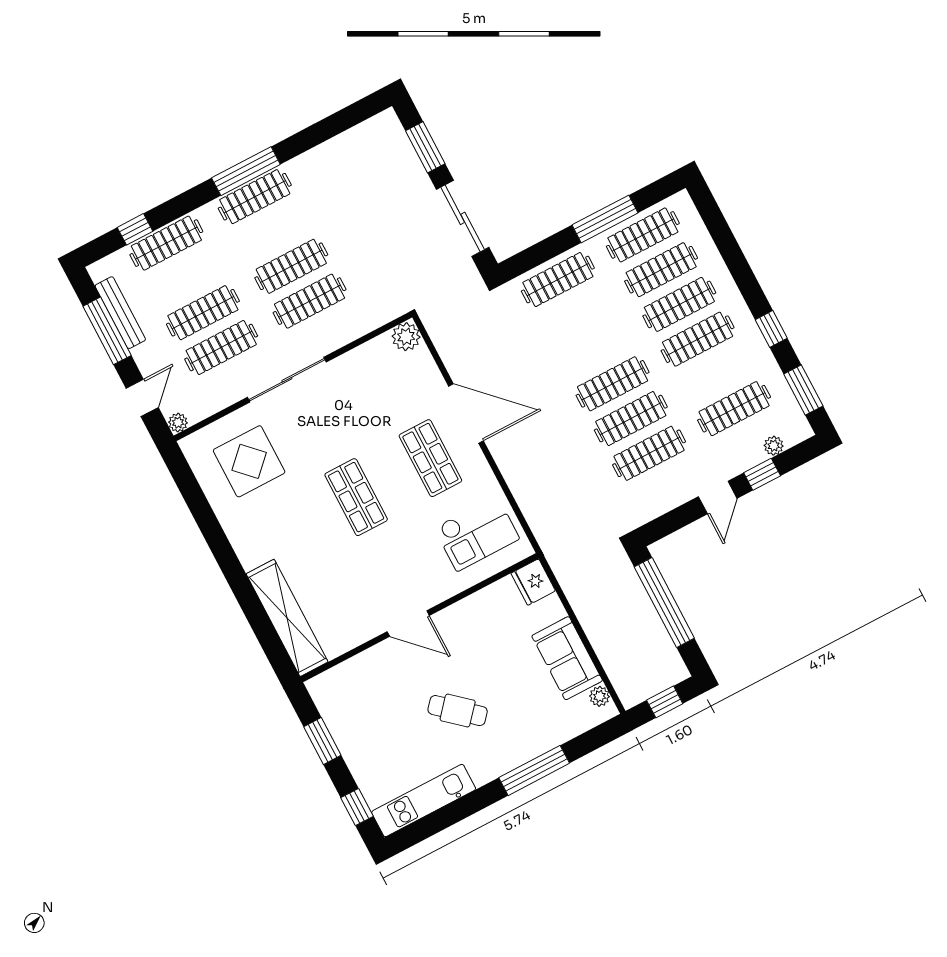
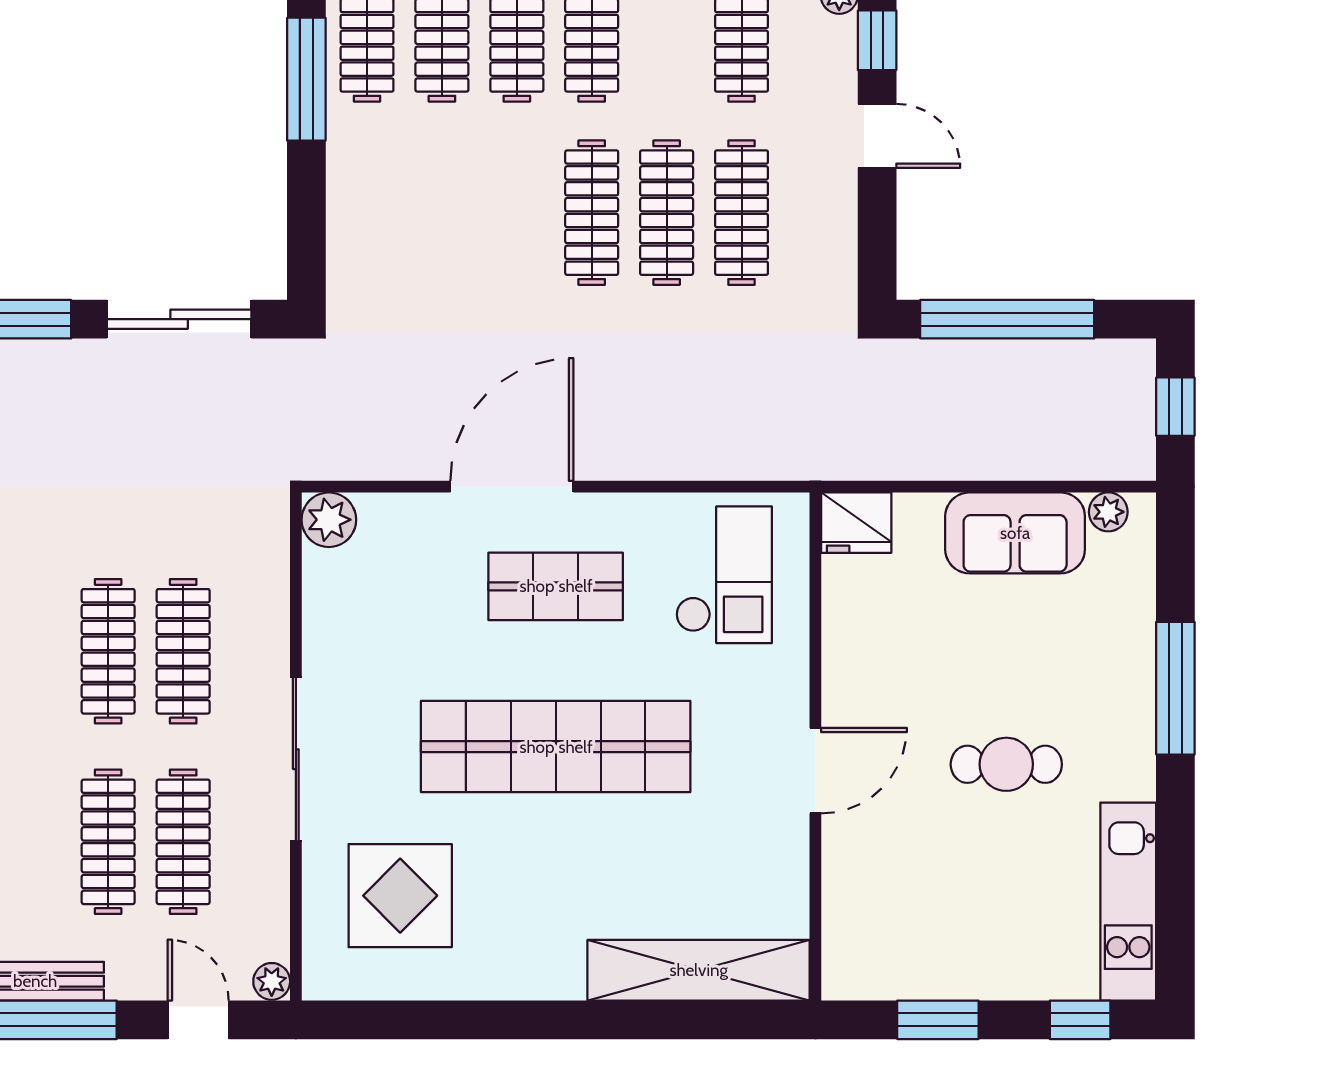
clothes rail: (558, 280) -> (367, 213), removed
shop shelf: (356, 497) -> (556, 747), width x2.00, depth x1.36
cafe table: (458, 711) -> (1006, 764), turned 49

